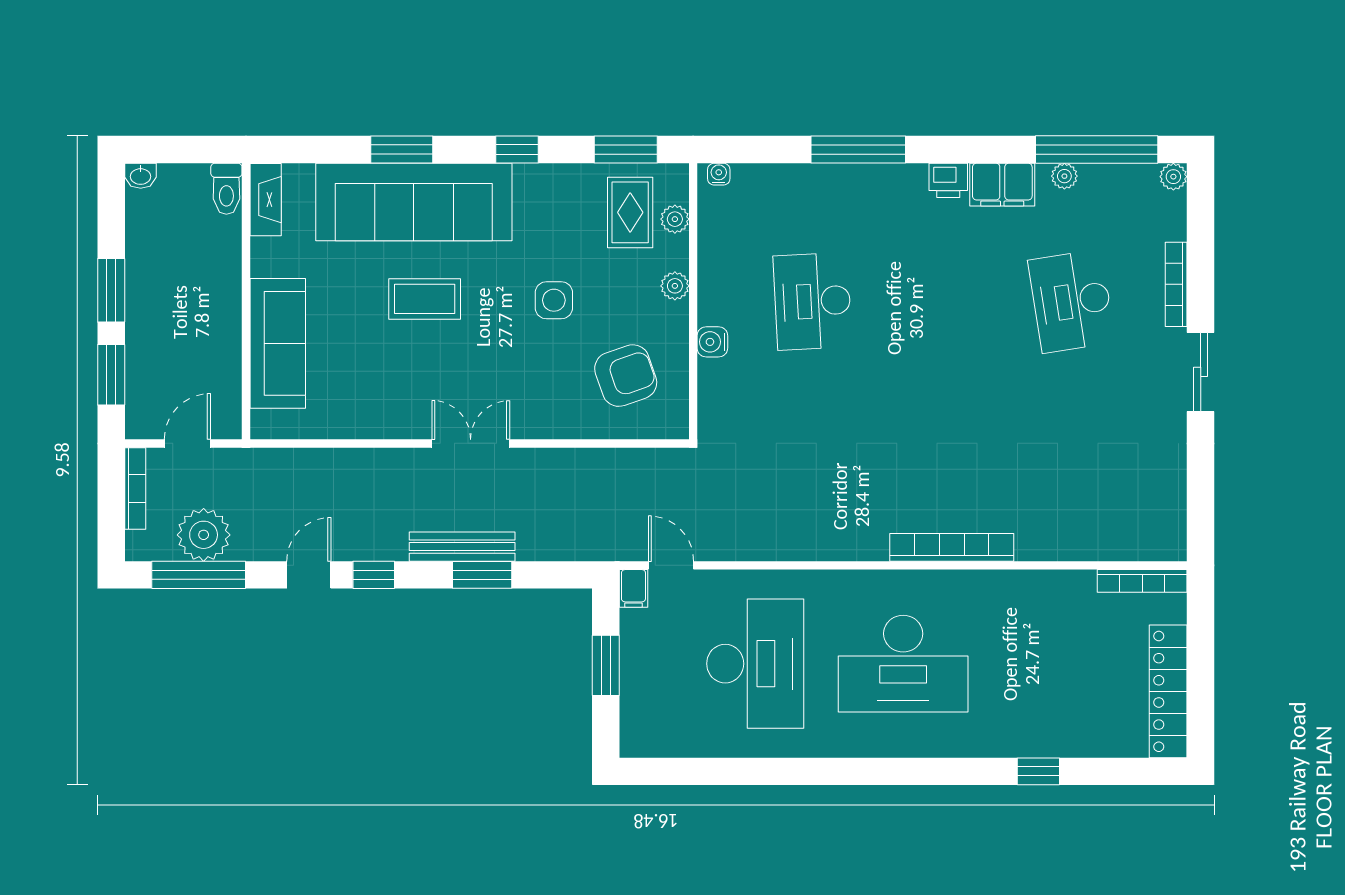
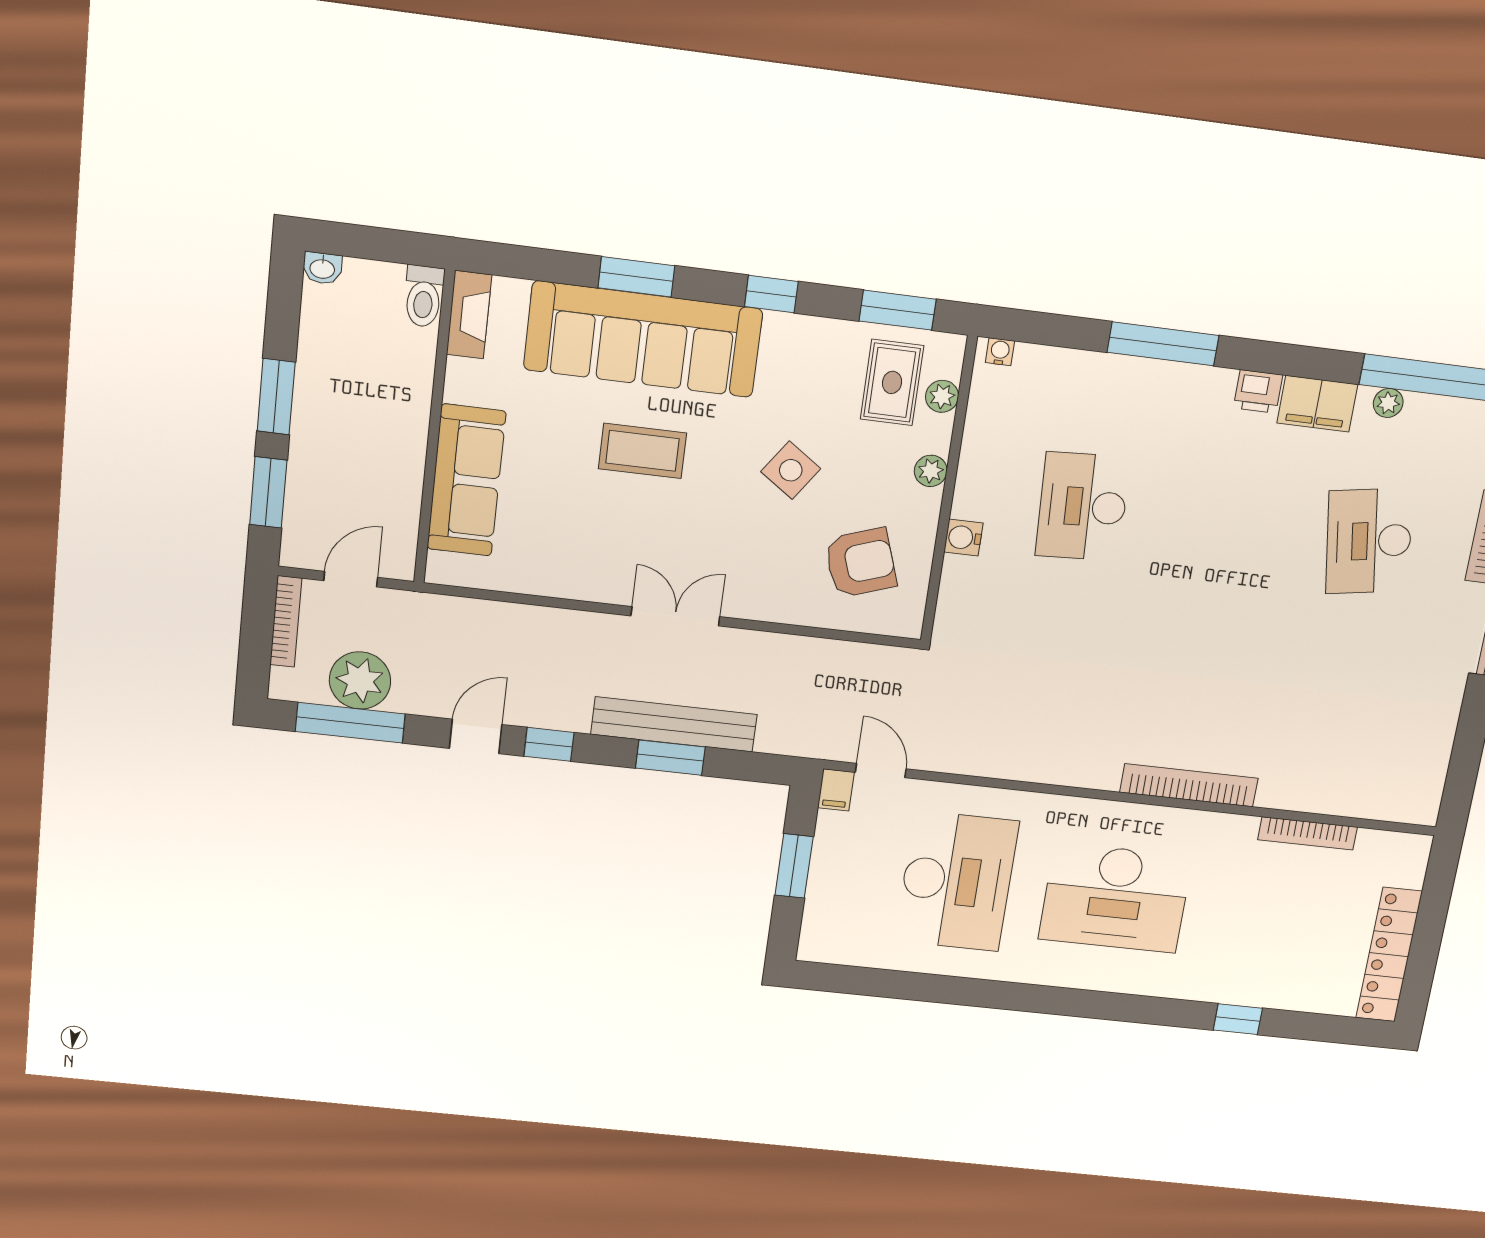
side table: (554, 300) -> (791, 470), turned 35
bench: (462, 547) -> (674, 724), width x1.37, depth x1.21
bookcase: (1142, 581) -> (1307, 833), moved

